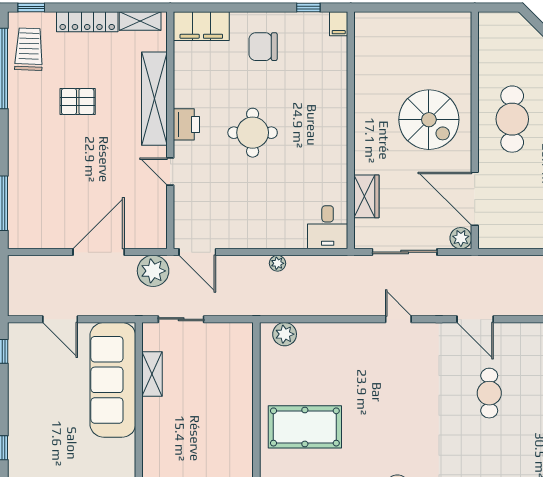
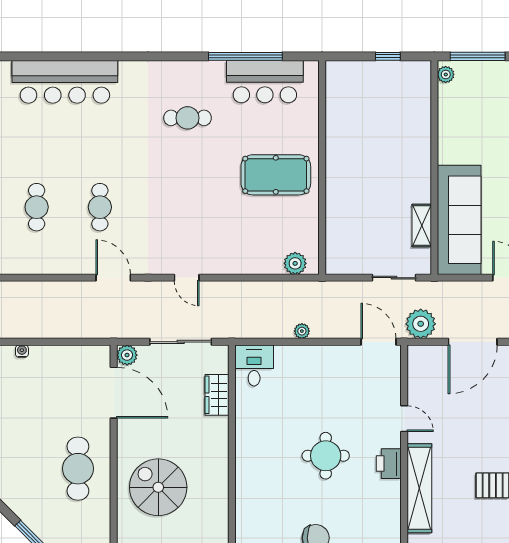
spiral stairs: (429, 120) -> (158, 487), moved

